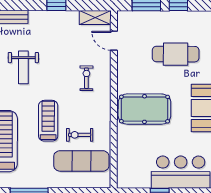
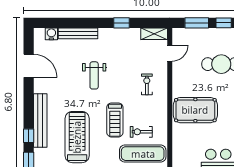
door: (114, 41) -> (170, 53), swing flipped
treadmill: (48, 121) -> (115, 120), turned 180

